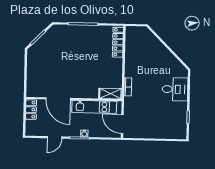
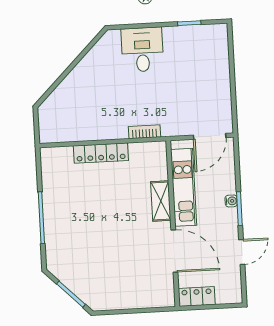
locker: (118, 42) -> (101, 153), moved
shelving: (110, 94) -> (161, 201), moved
door: (58, 99) -> (174, 251), hinge flipped
door: (55, 137) -> (242, 252), hinge flipped

